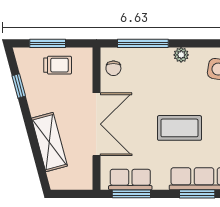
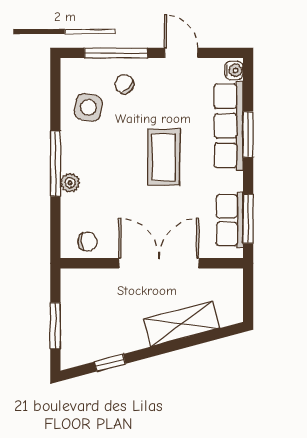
window: (143, 43) -> (55, 164), moved
plant: (181, 55) -> (70, 183), moved
trolley: (58, 65) -> (83, 313), removed

